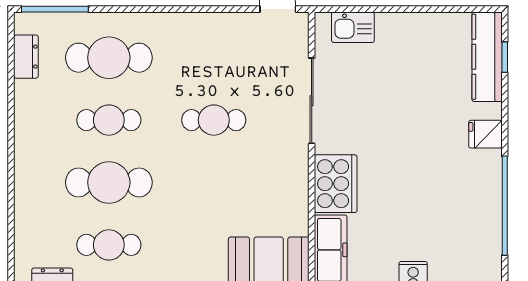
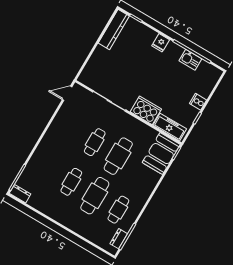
kitchen sink: (353, 27) -> (190, 60), moved, turned 90
dresser: (26, 57) -> (20, 194), moved
kitchen counter: (487, 57) -> (114, 30), moved, turned -90
cafe table: (109, 58) -> (118, 156), moved

